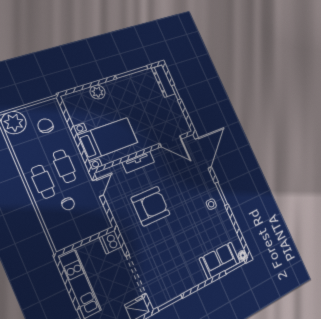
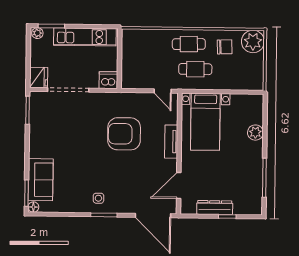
dresser: (163, 81) -> (215, 208), moved
chair: (45, 126) -> (225, 47), moved
chair: (68, 204) -> (160, 57), removed
armchair: (151, 206) -> (124, 134), turned 90

